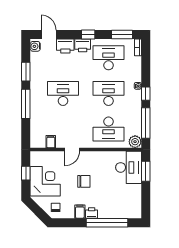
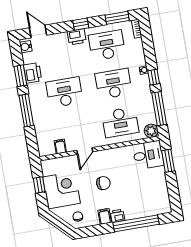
printer: (65, 46) -> (33, 73), moved, turned -90
desk: (129, 167) -> (148, 155), width x0.73

